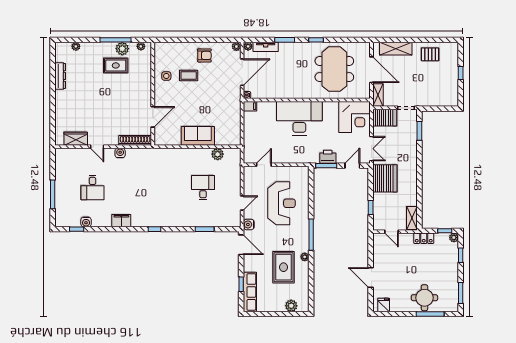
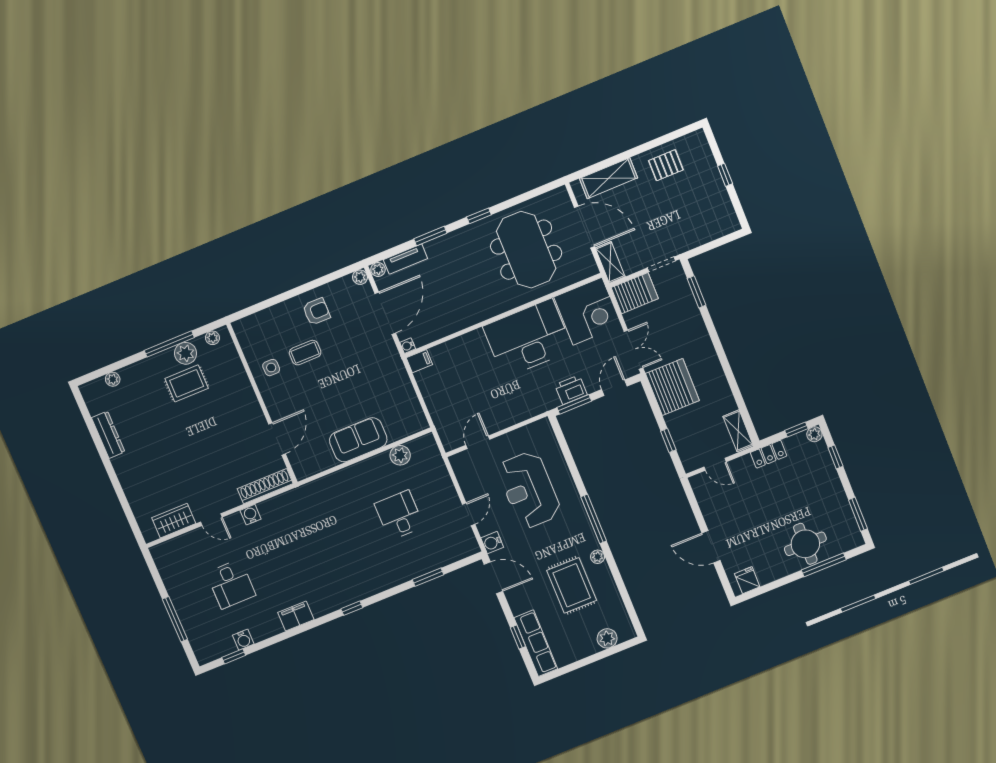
desk: (299, 118) -> (528, 338), moved
reception desk: (282, 203) -> (529, 490), turned 180

